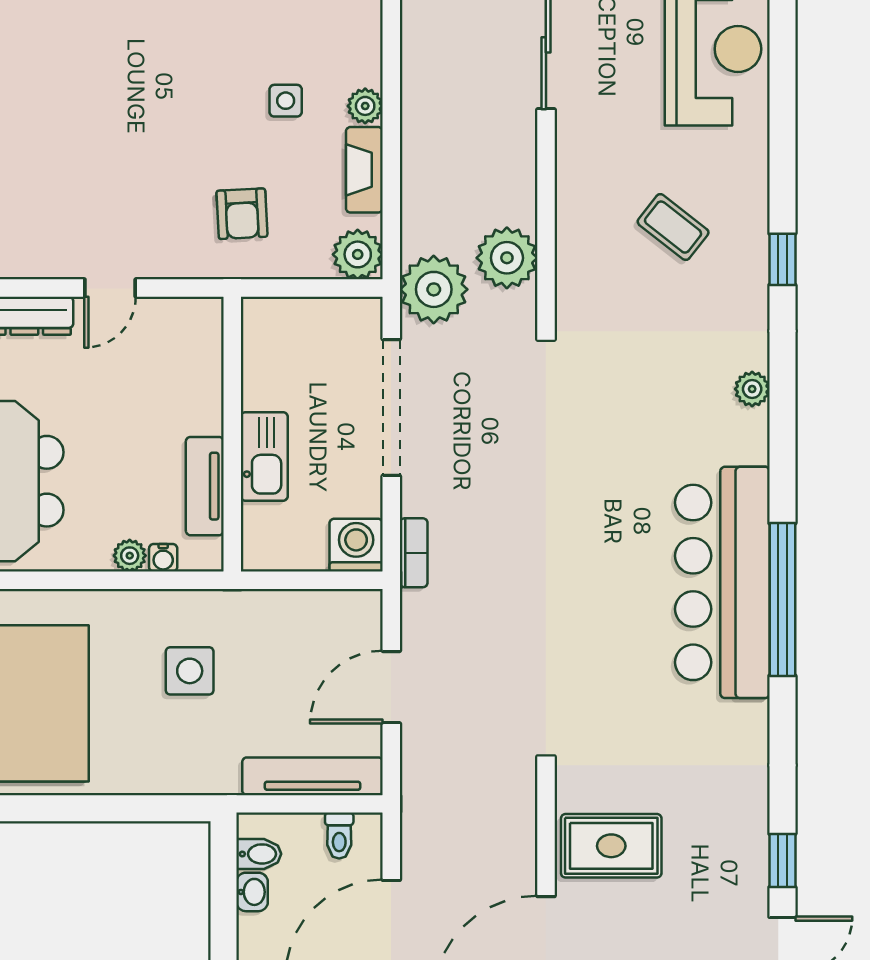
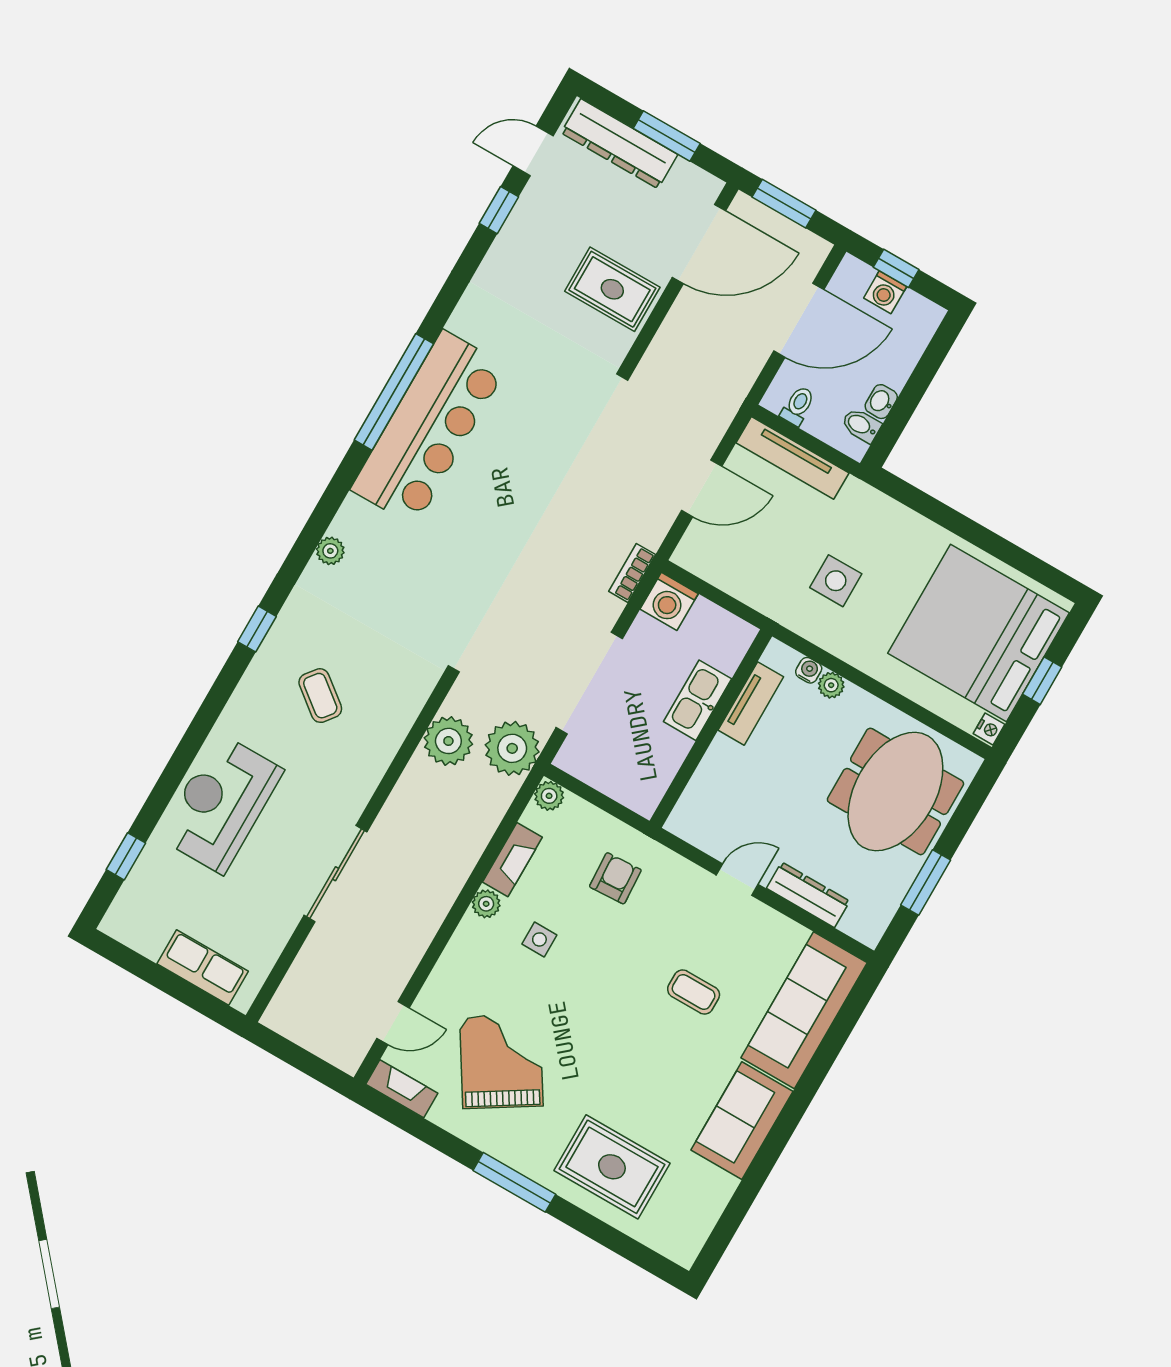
coffee table: (87, 140) -> (694, 992), added
plant: (358, 254) -> (549, 796), width x0.73, depth x0.73

